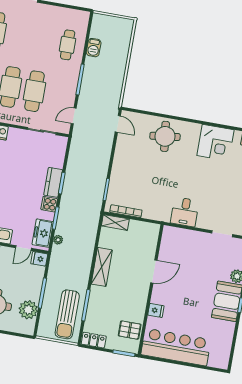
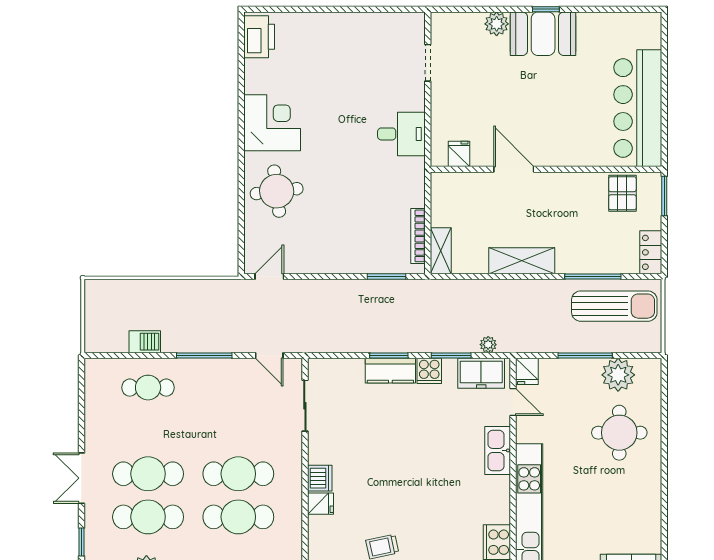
cafe table: (34, 91) -> (148, 474), moved
corner desk: (215, 143) -> (272, 123), moved
fridge: (156, 310) -> (459, 154), moved

